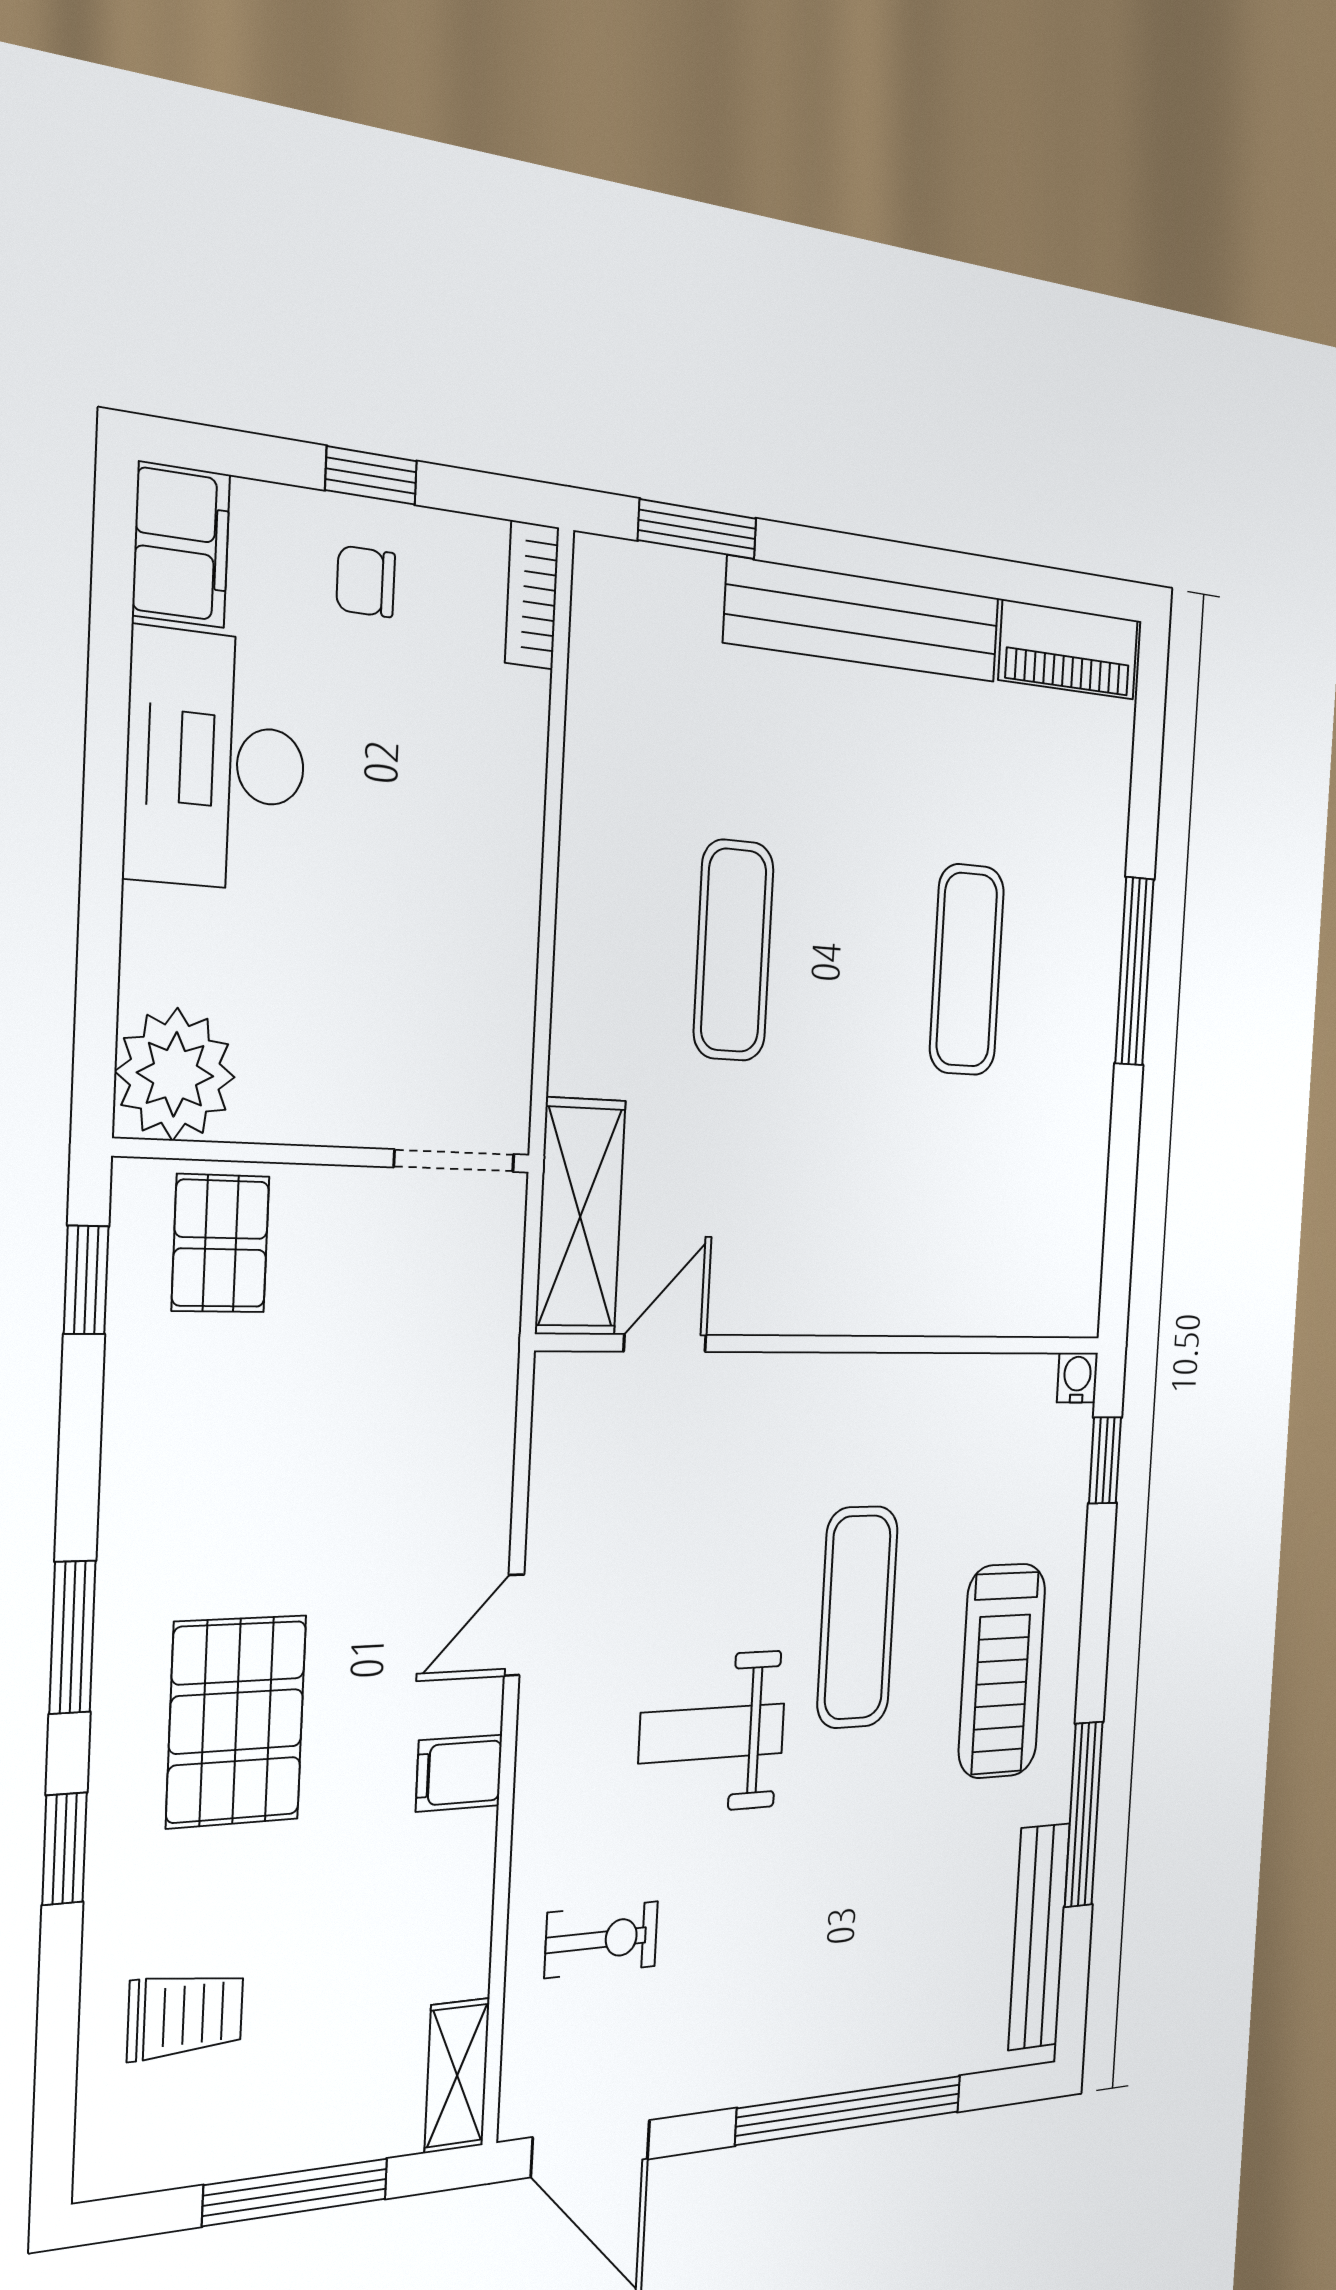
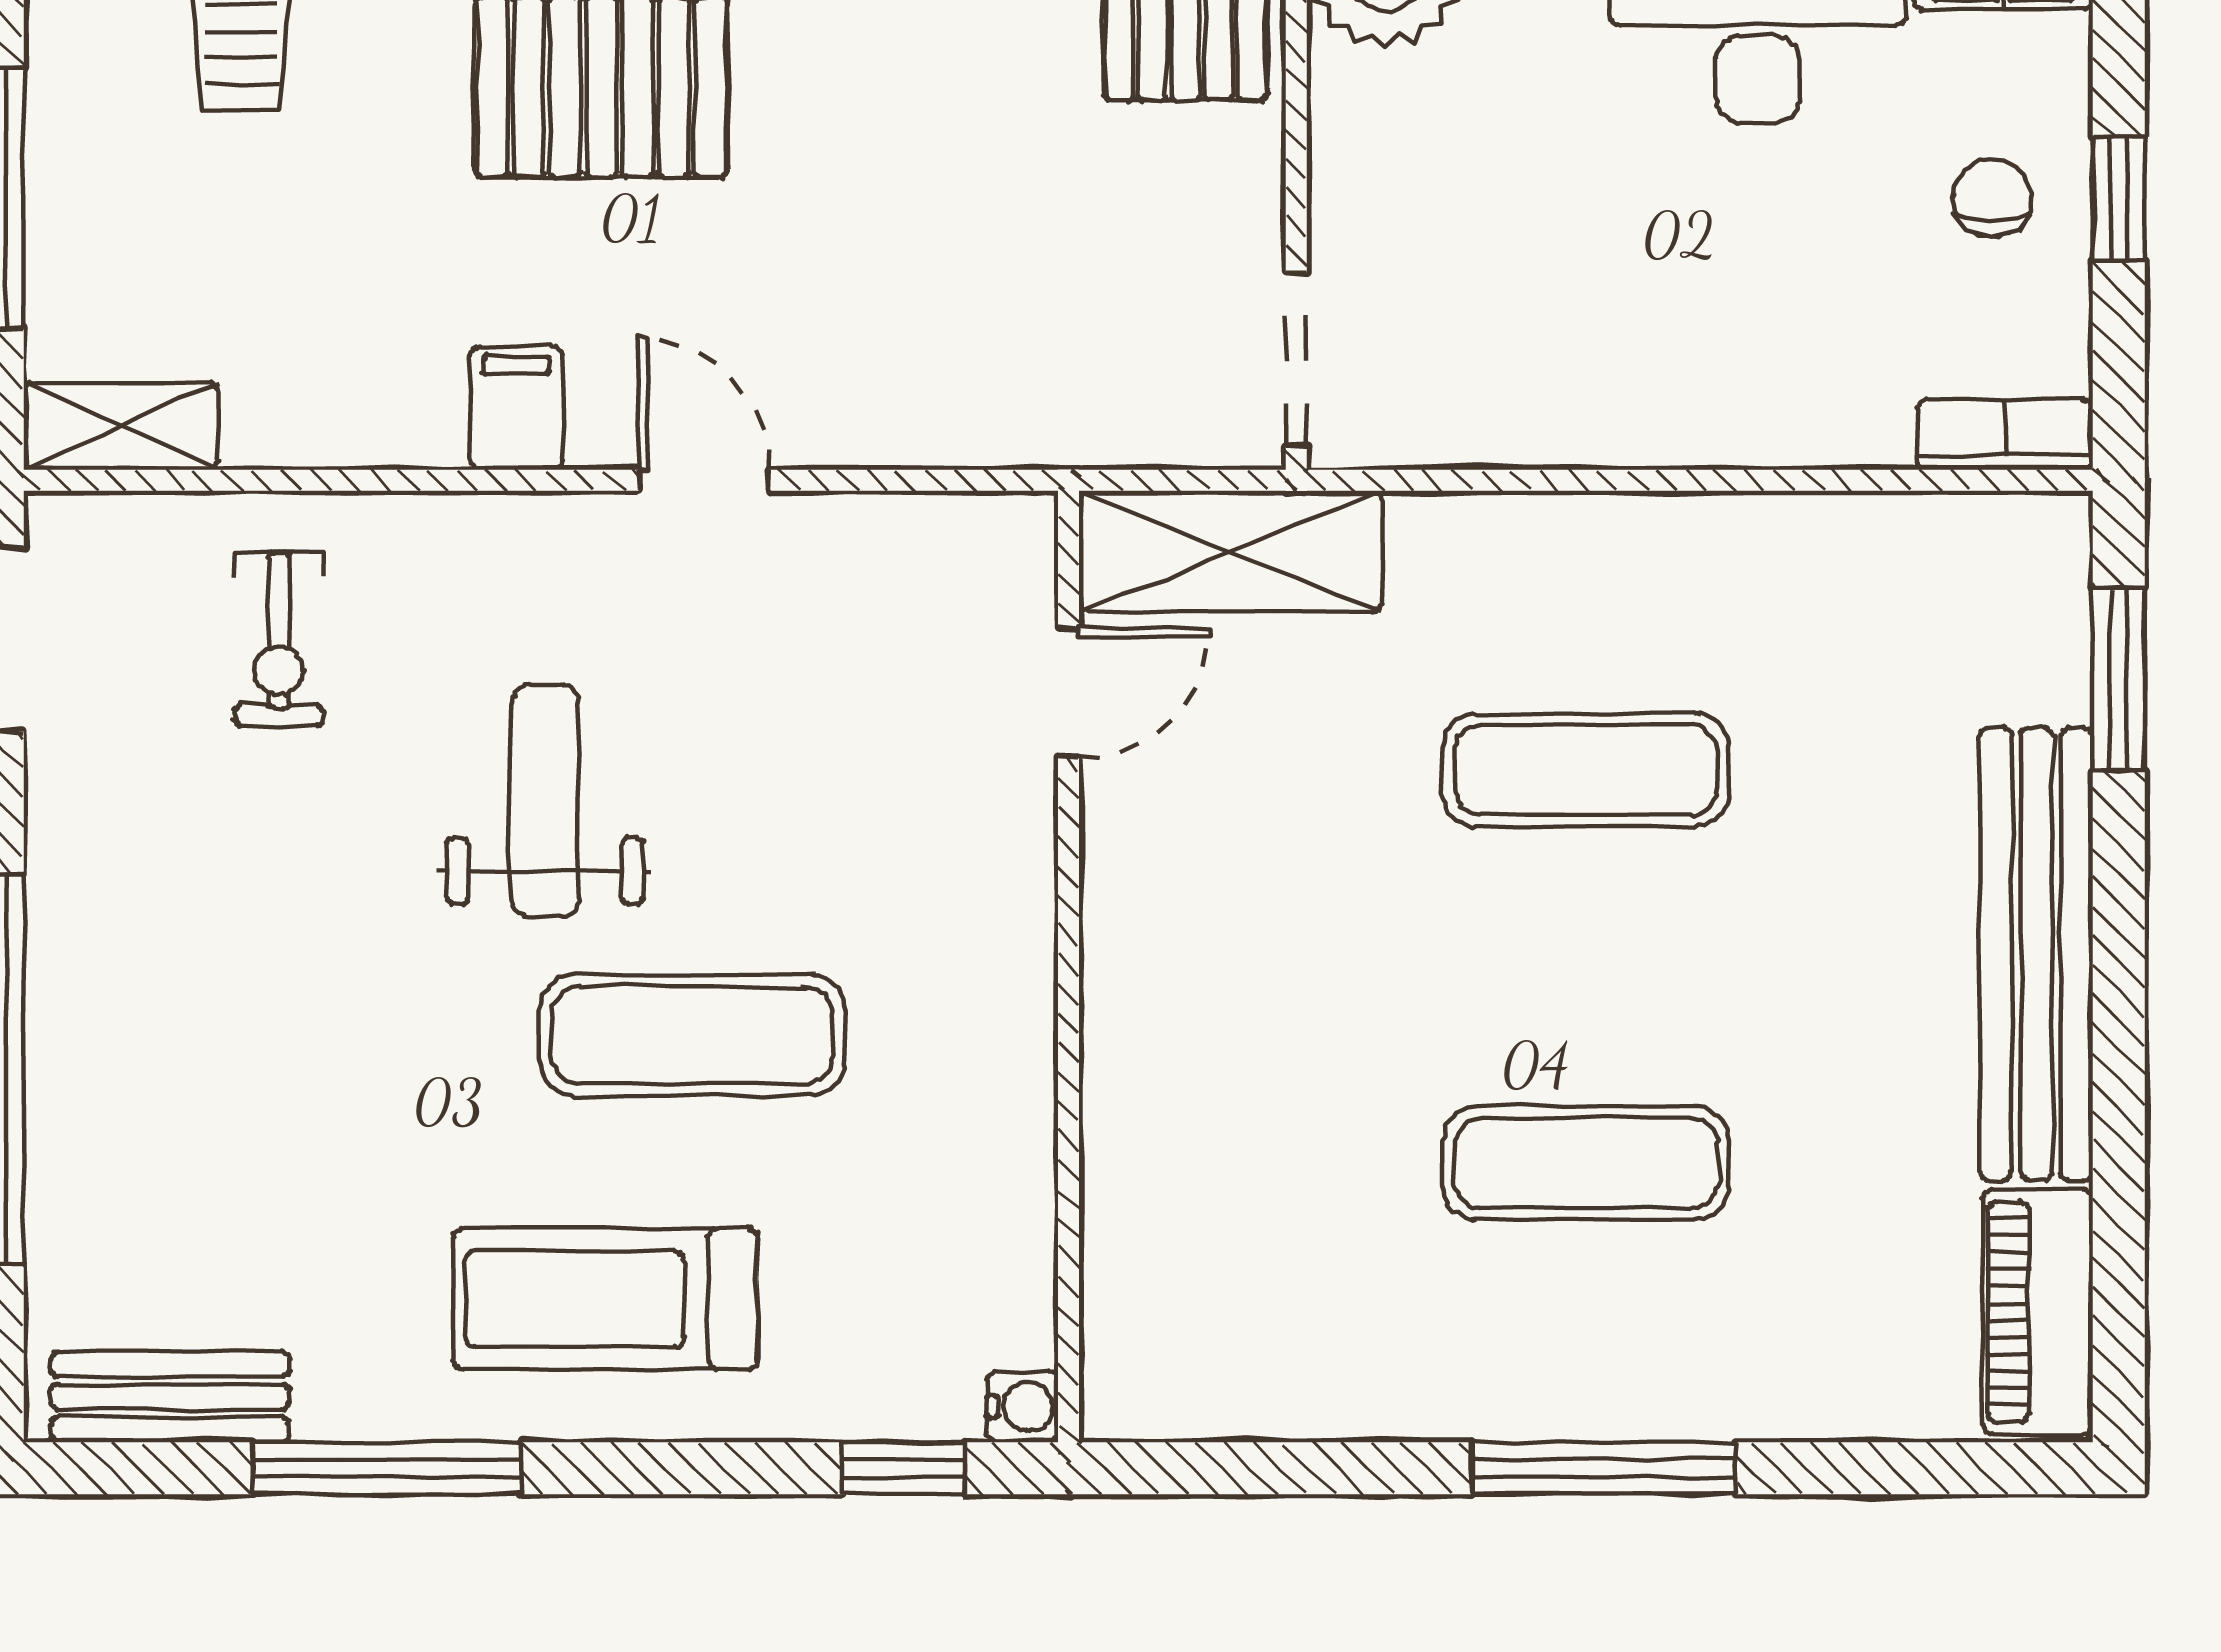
door: (665, 1343) -> (1069, 693), hinge flipped
bench: (1039, 1937) -> (170, 1397), width x0.73

